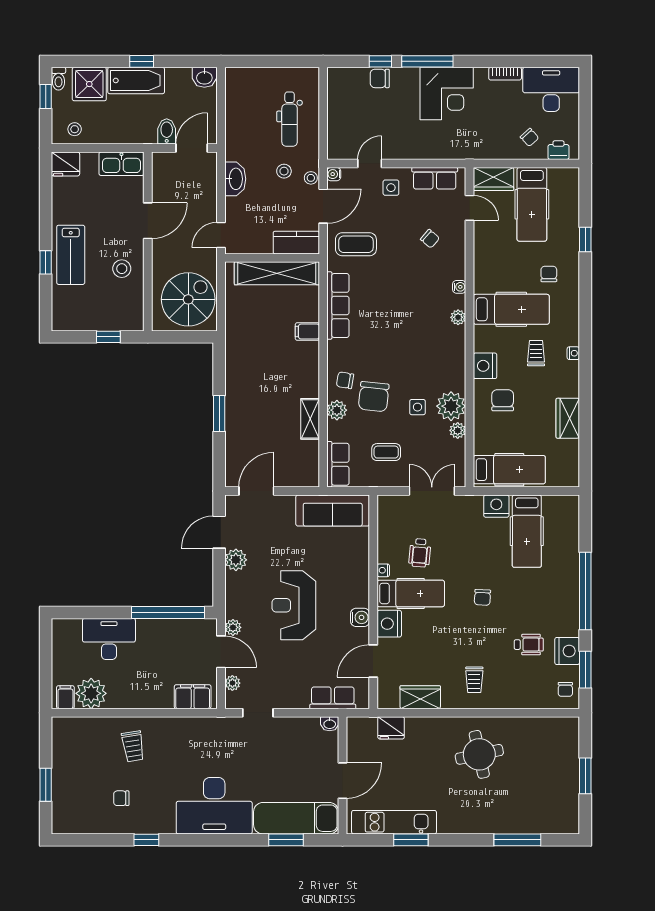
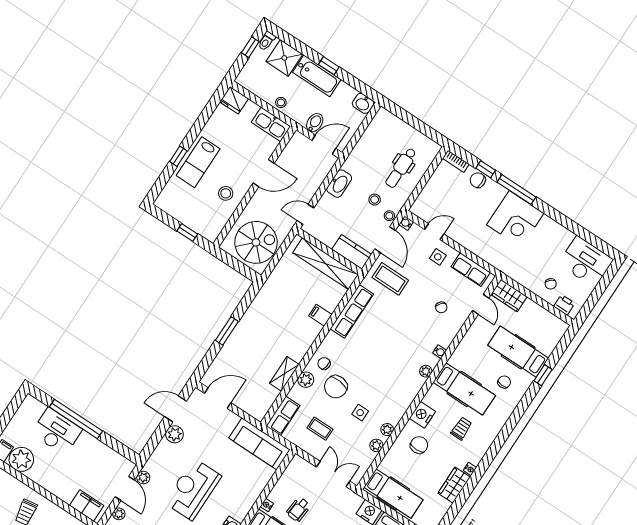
bookcase: (505, 74) -> (456, 161), moved
stool: (75, 129) -> (281, 102), moved
hospital bed: (532, 204) -> (518, 352), moved, turned 90
door: (323, 206) -> (385, 240), hinge flipped
nightstand: (573, 353) -> (470, 469), moved
plant: (451, 406) -> (387, 430), width x0.53, depth x0.53
window: (168, 612) -> (76, 419), moved

